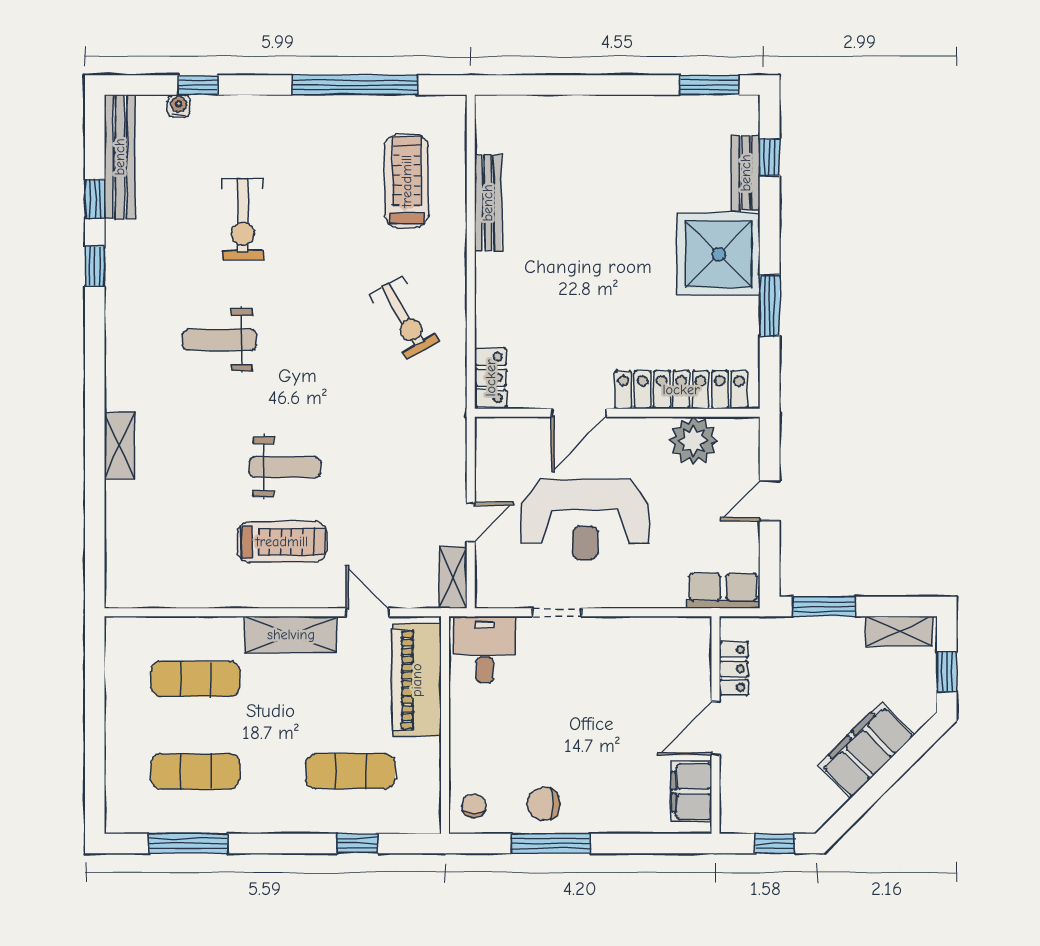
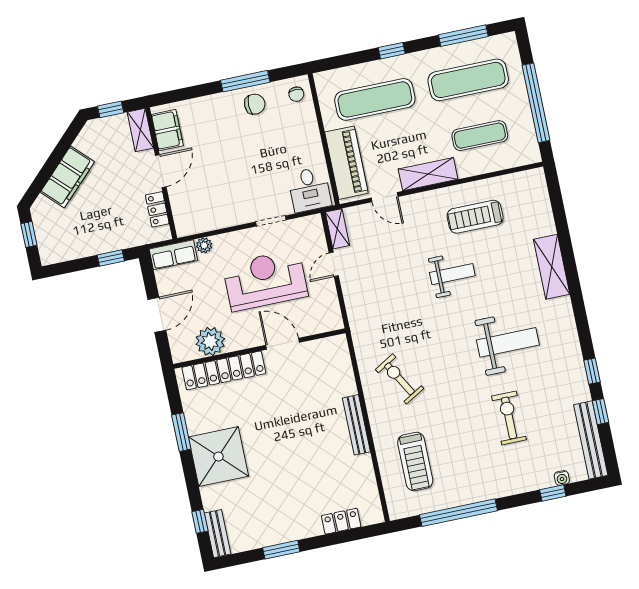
window: (709, 85) -> (281, 550), moved
bench: (746, 173) -> (217, 534), moved
bench: (488, 203) -> (356, 425), moved
weight bench: (219, 340) -> (508, 342), width x1.36, depth x1.33
locker: (491, 378) -> (341, 521), moved, turned 90
door: (579, 413) -> (283, 344), hinge flipped
shelving: (119, 446) -> (552, 267), width x1.50, depth x1.33
weight bench: (285, 467) -> (452, 274), turned 180
door: (770, 501) -> (157, 315), width x1.38
treadmill: (282, 542) -> (475, 217), moved
plant: (671, 596) -> (204, 245), added
window: (824, 607) -> (111, 258), width x0.67
shelving: (899, 631) -> (140, 130), moved, turned 90
window: (95, 712) -> (536, 103), added
exercise mat: (195, 771) -> (468, 80), width x1.36, depth x1.45
exercise mat: (350, 771) -> (375, 99), width x1.36, depth x1.45
window: (357, 844) -> (392, 51), moved

